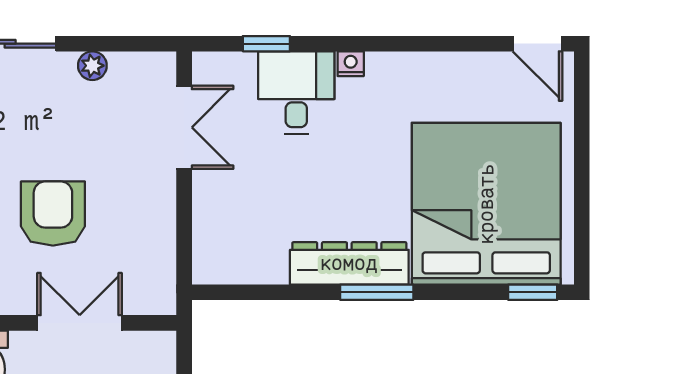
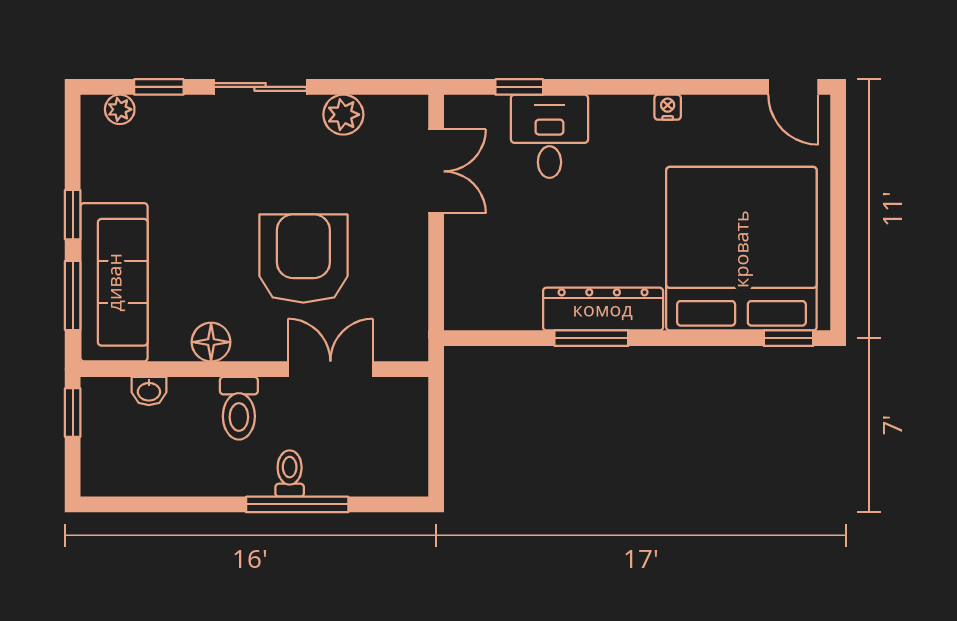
nightstand: (351, 64) -> (668, 107), moved
plant: (92, 66) -> (343, 115), width x1.38, depth x1.38
armchair: (53, 214) -> (303, 259), width x1.36, depth x1.36
window: (377, 292) -> (591, 338), moved

